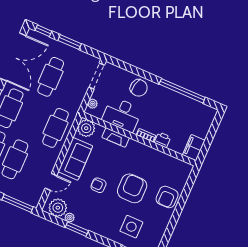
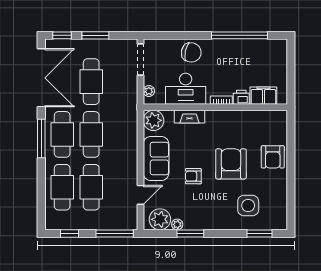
cafe table: (56, 128) -> (91, 134), moved
filing cabinet: (194, 148) -> (263, 96), moved, turned 90

